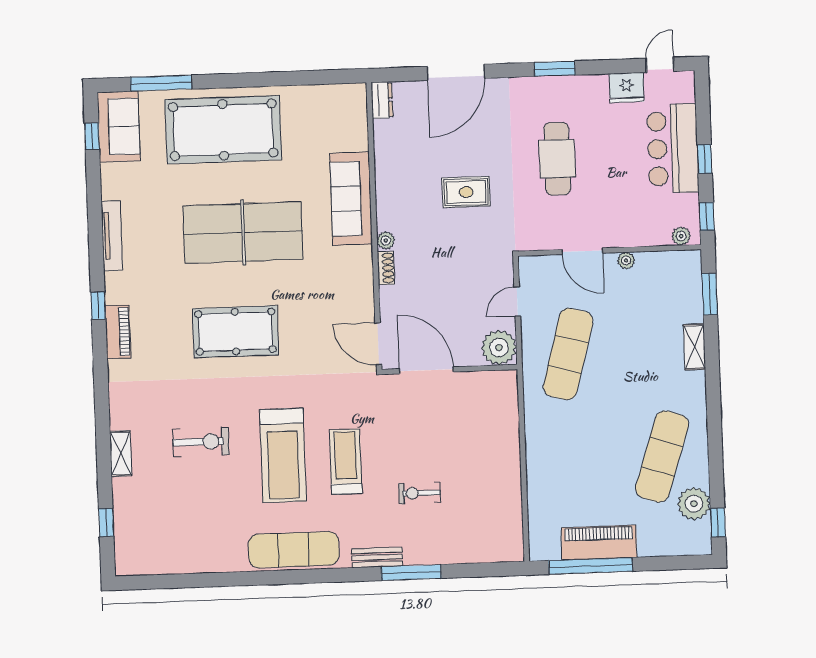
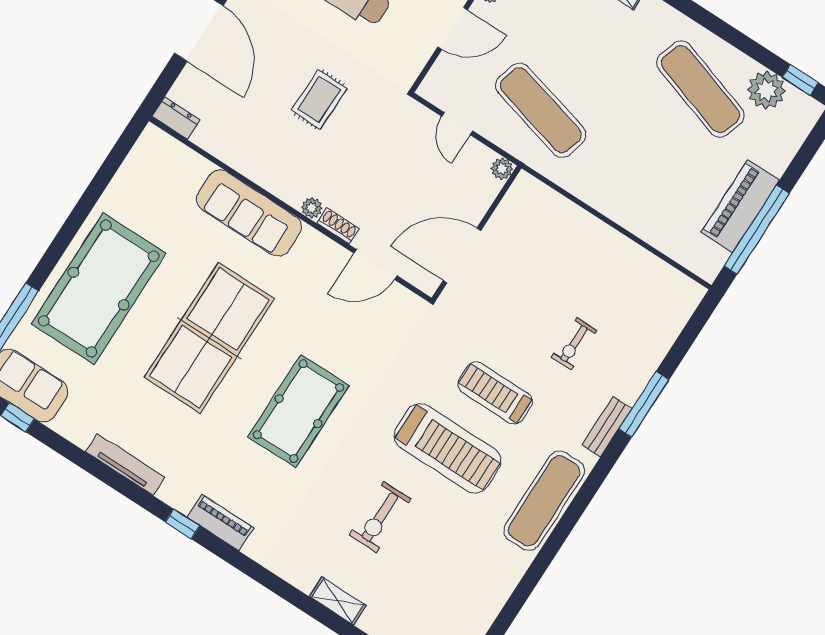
door: (378, 344) -> (375, 264), moved
plant: (499, 348) -> (502, 169), width x0.53, depth x0.53
exercise bike: (201, 442) -> (380, 517), turned 180

